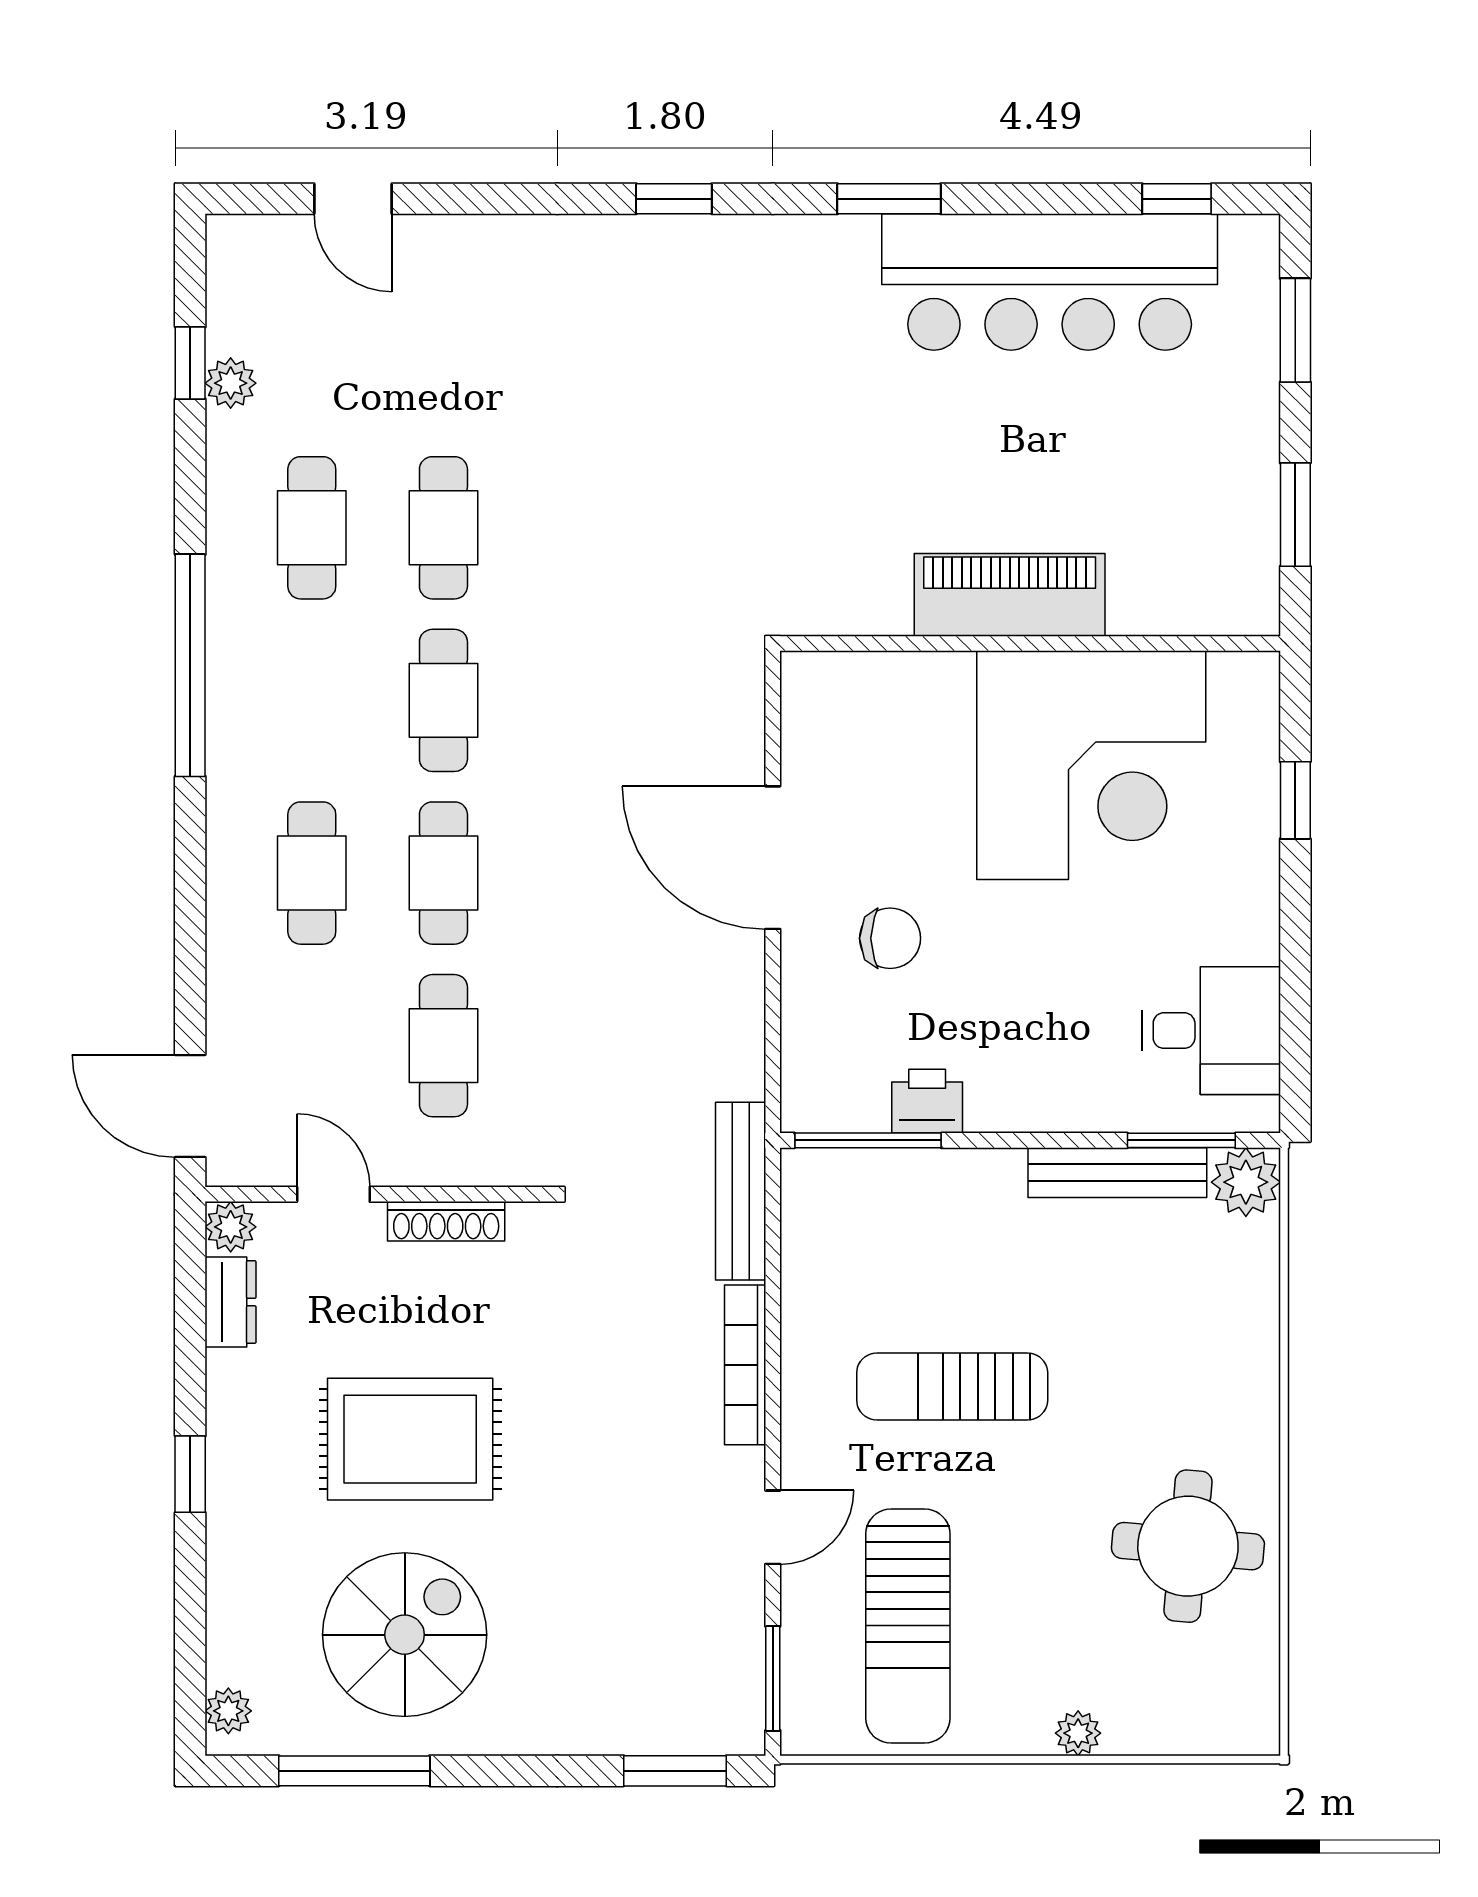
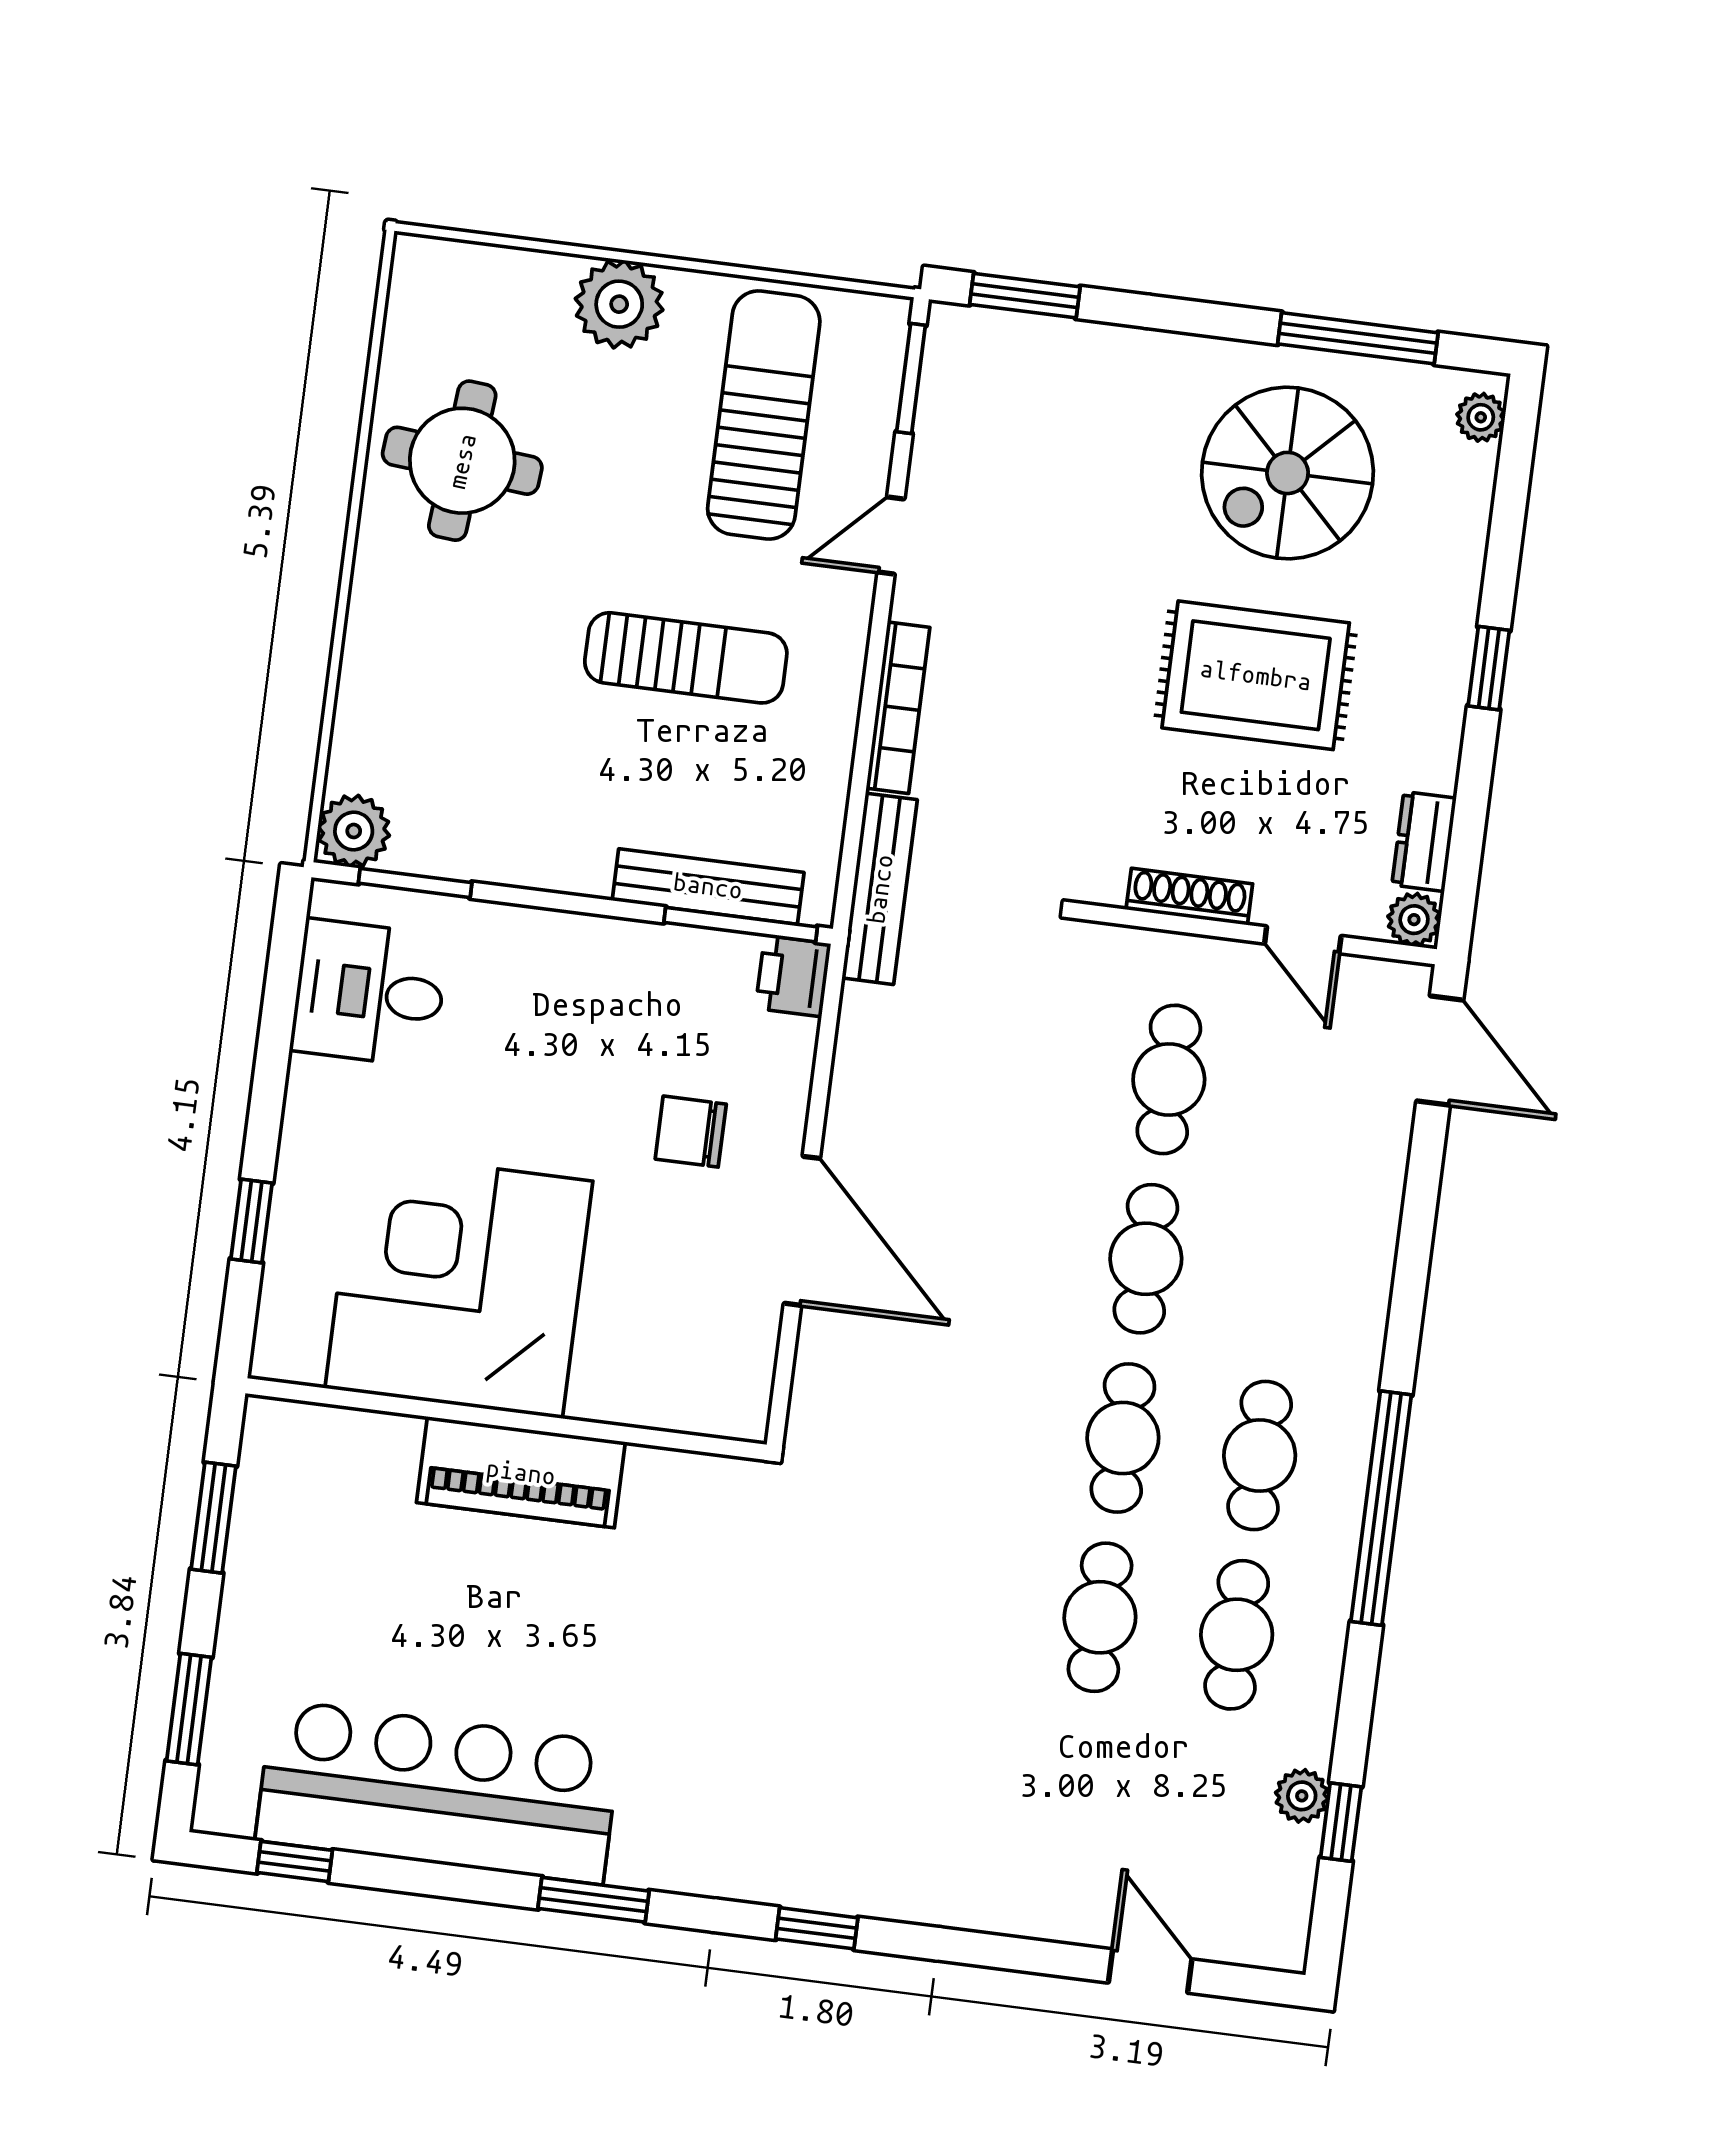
cafe table: (312, 873) -> (1260, 1456), moved
printer: (927, 1101) -> (793, 976), moved, turned 90
bench: (1117, 1173) -> (708, 886), moved
plant: (1078, 1733) -> (619, 304), width x1.88, depth x1.88

